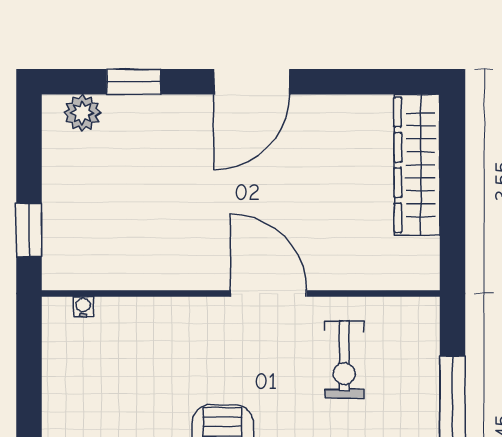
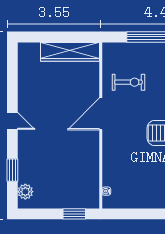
door: (252, 82) -> (12, 121), width x0.53
wardrobe: (417, 165) -> (70, 52), moved

